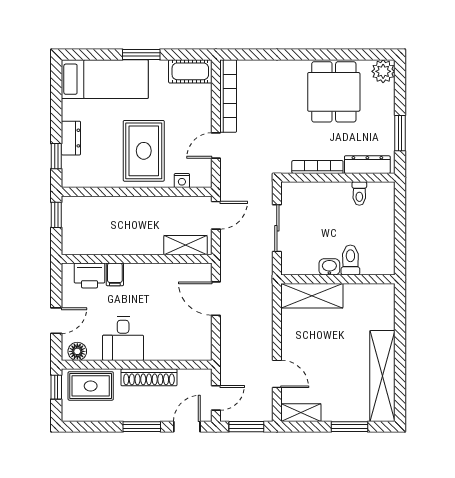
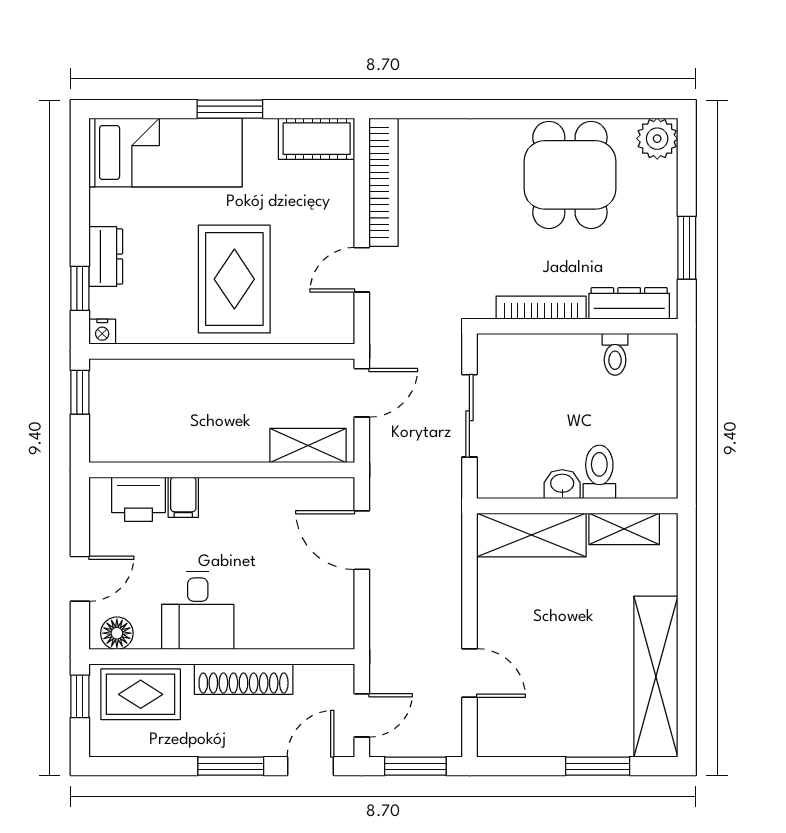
nightstand: (182, 181) -> (102, 332), moved
shelving: (301, 413) -> (624, 529), moved

